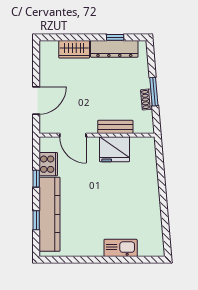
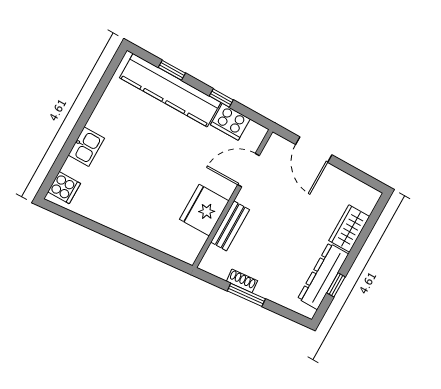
cooker: (150, 247) -> (64, 188), added
kitchen sink: (121, 248) -> (86, 147), width x0.73

